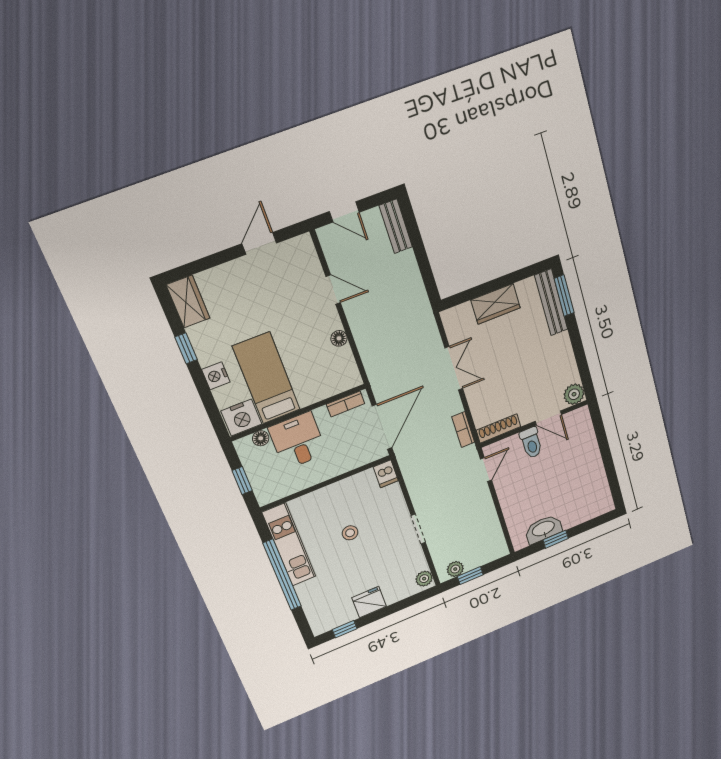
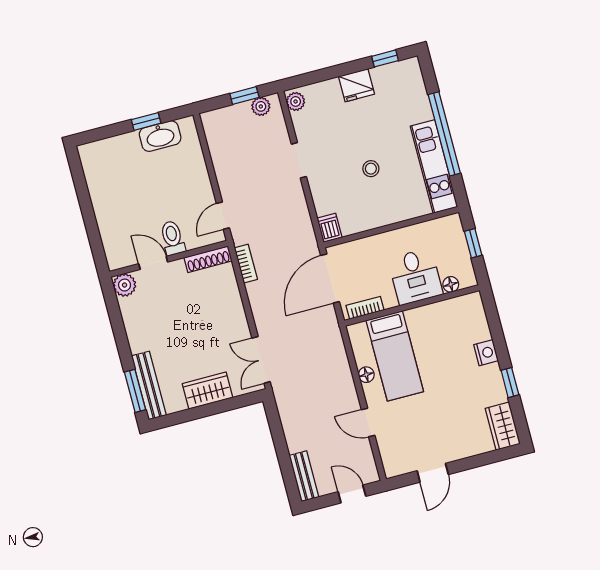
double door: (454, 368) -> (261, 360), moved
bed: (267, 378) -> (395, 356), moved
nightstand: (241, 418) -> (467, 308), removed

